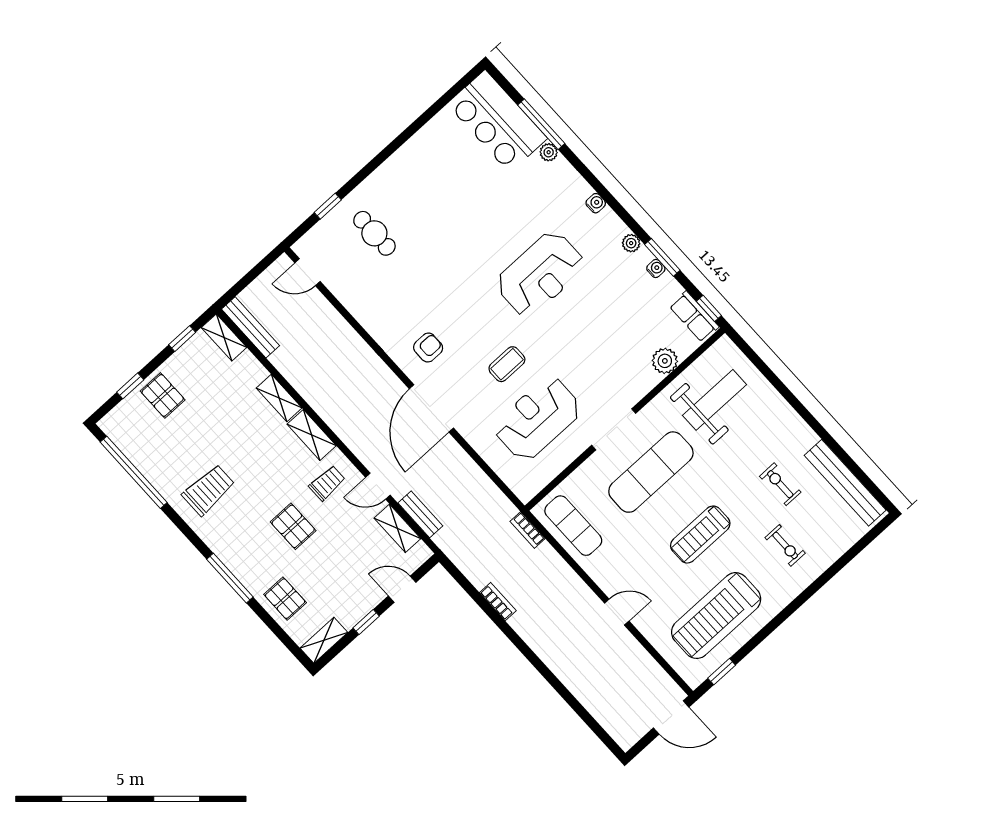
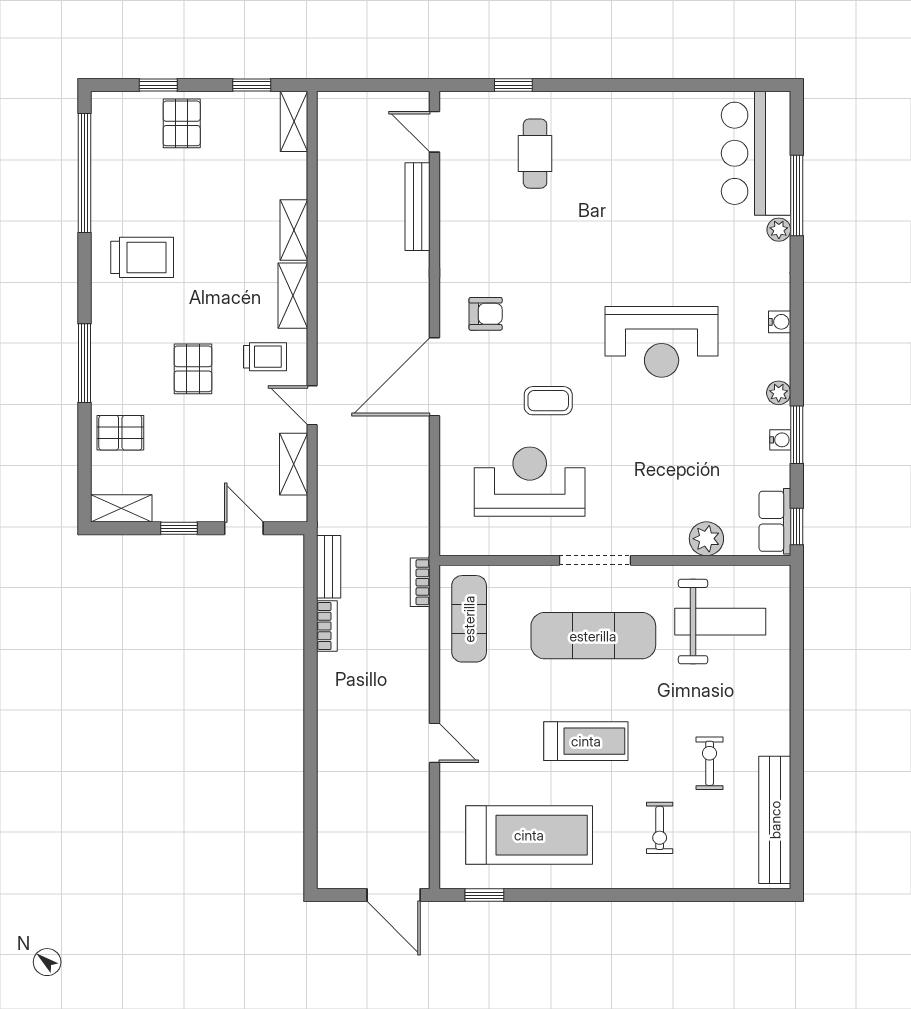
bench: (251, 327) -> (418, 207), moved
bench: (420, 514) -> (329, 567), moved
treadmill: (700, 535) -> (586, 741), turned 180
pallet: (285, 599) -> (120, 433), turned 90
treadmill: (716, 616) -> (529, 835), turned 180

